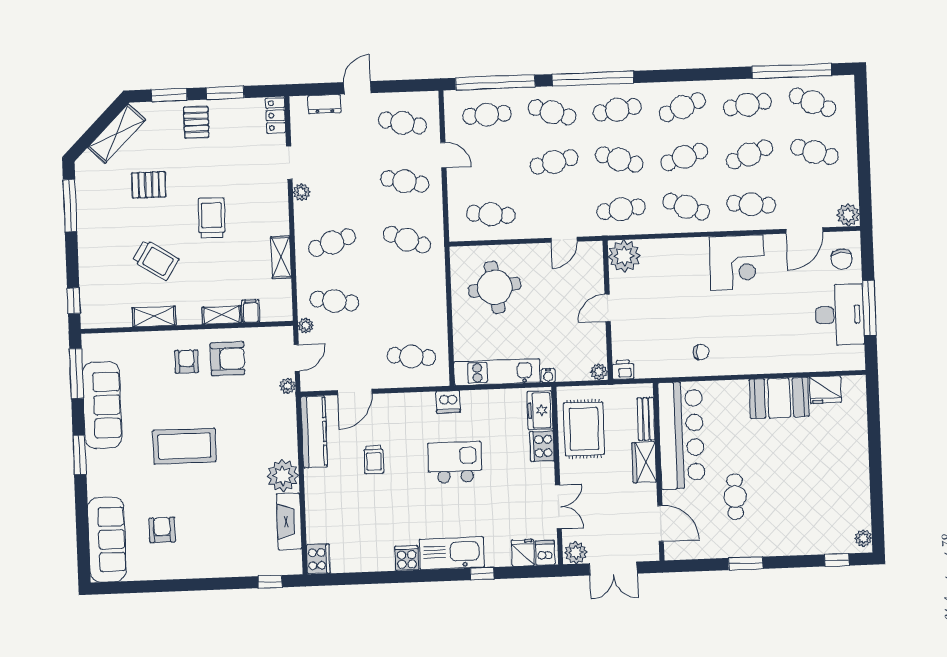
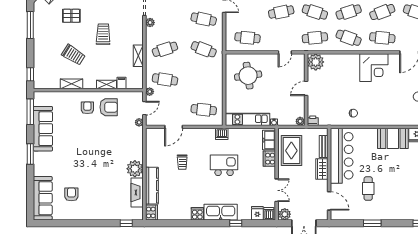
kitchen counter: (314, 432) -> (152, 186), moved
coffee table: (184, 446) -> (85, 151), removed

